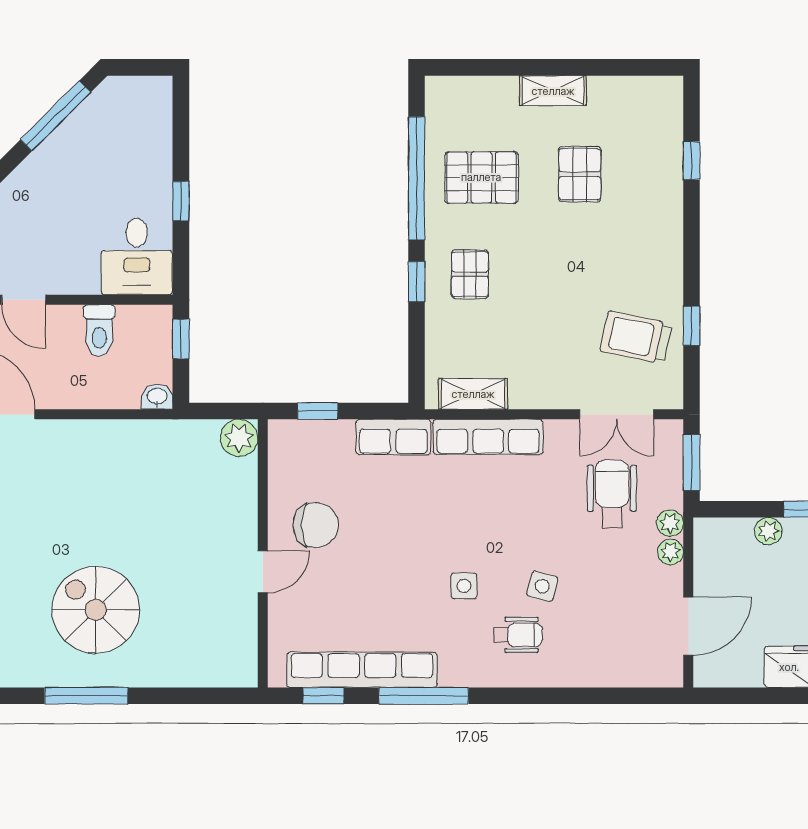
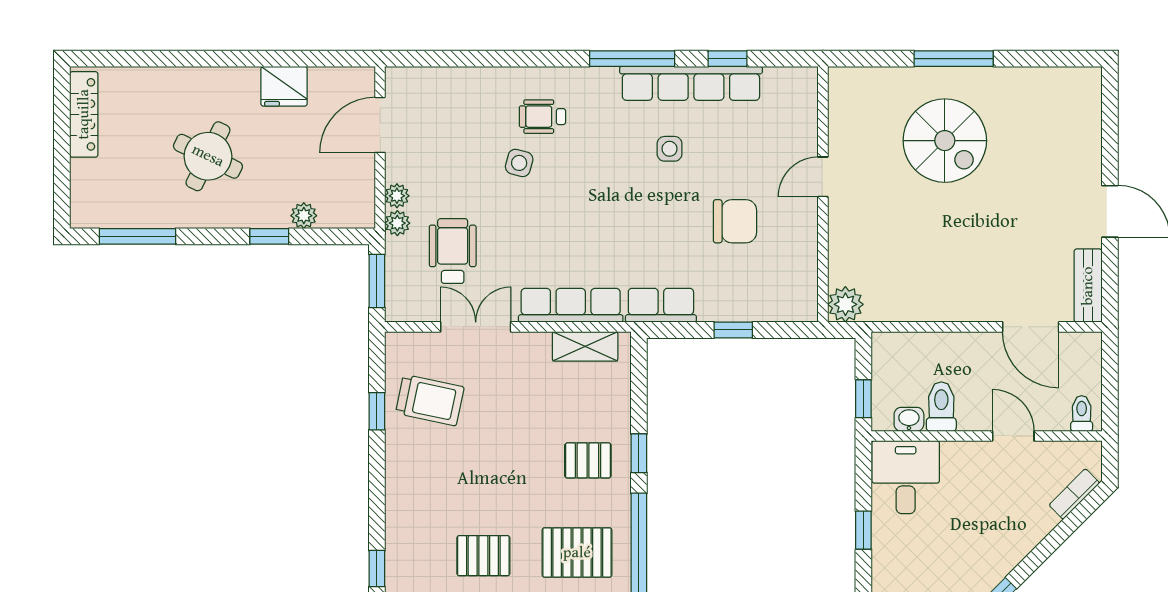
pallet: (580, 174) -> (483, 556), turned 90
pallet: (470, 274) -> (588, 460), turned 90
washbasin: (157, 397) -> (909, 419), moved, turned 180
double door: (617, 414) -> (476, 327), moved
plant: (239, 438) -> (845, 304), moved
wheelchair: (612, 494) -> (453, 251), turned 180
chair: (316, 525) -> (735, 221), turned 180
wall: (263, 553) -> (823, 194), moved
door: (263, 572) -> (823, 177), moved
side table: (464, 586) -> (670, 149), moved

